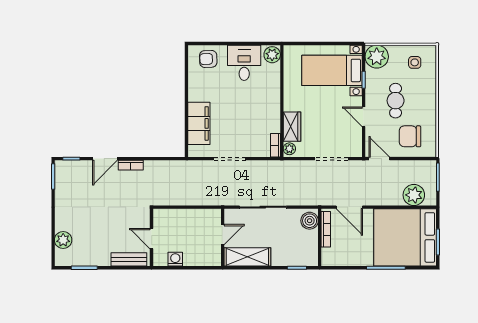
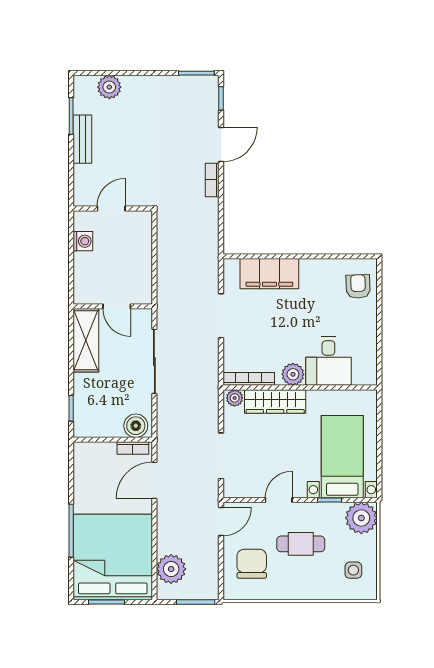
plant: (272, 55) -> (293, 374), moved
desk: (244, 63) -> (328, 361), moved, turned 90
wardrobe: (292, 127) -> (275, 401), width x1.50
bookcase: (276, 145) -> (249, 379), width x1.56
door: (105, 159) -> (221, 144), swing flipped
bookcase: (326, 229) -> (133, 448), width x0.64
bench: (129, 259) -> (82, 139), moved

